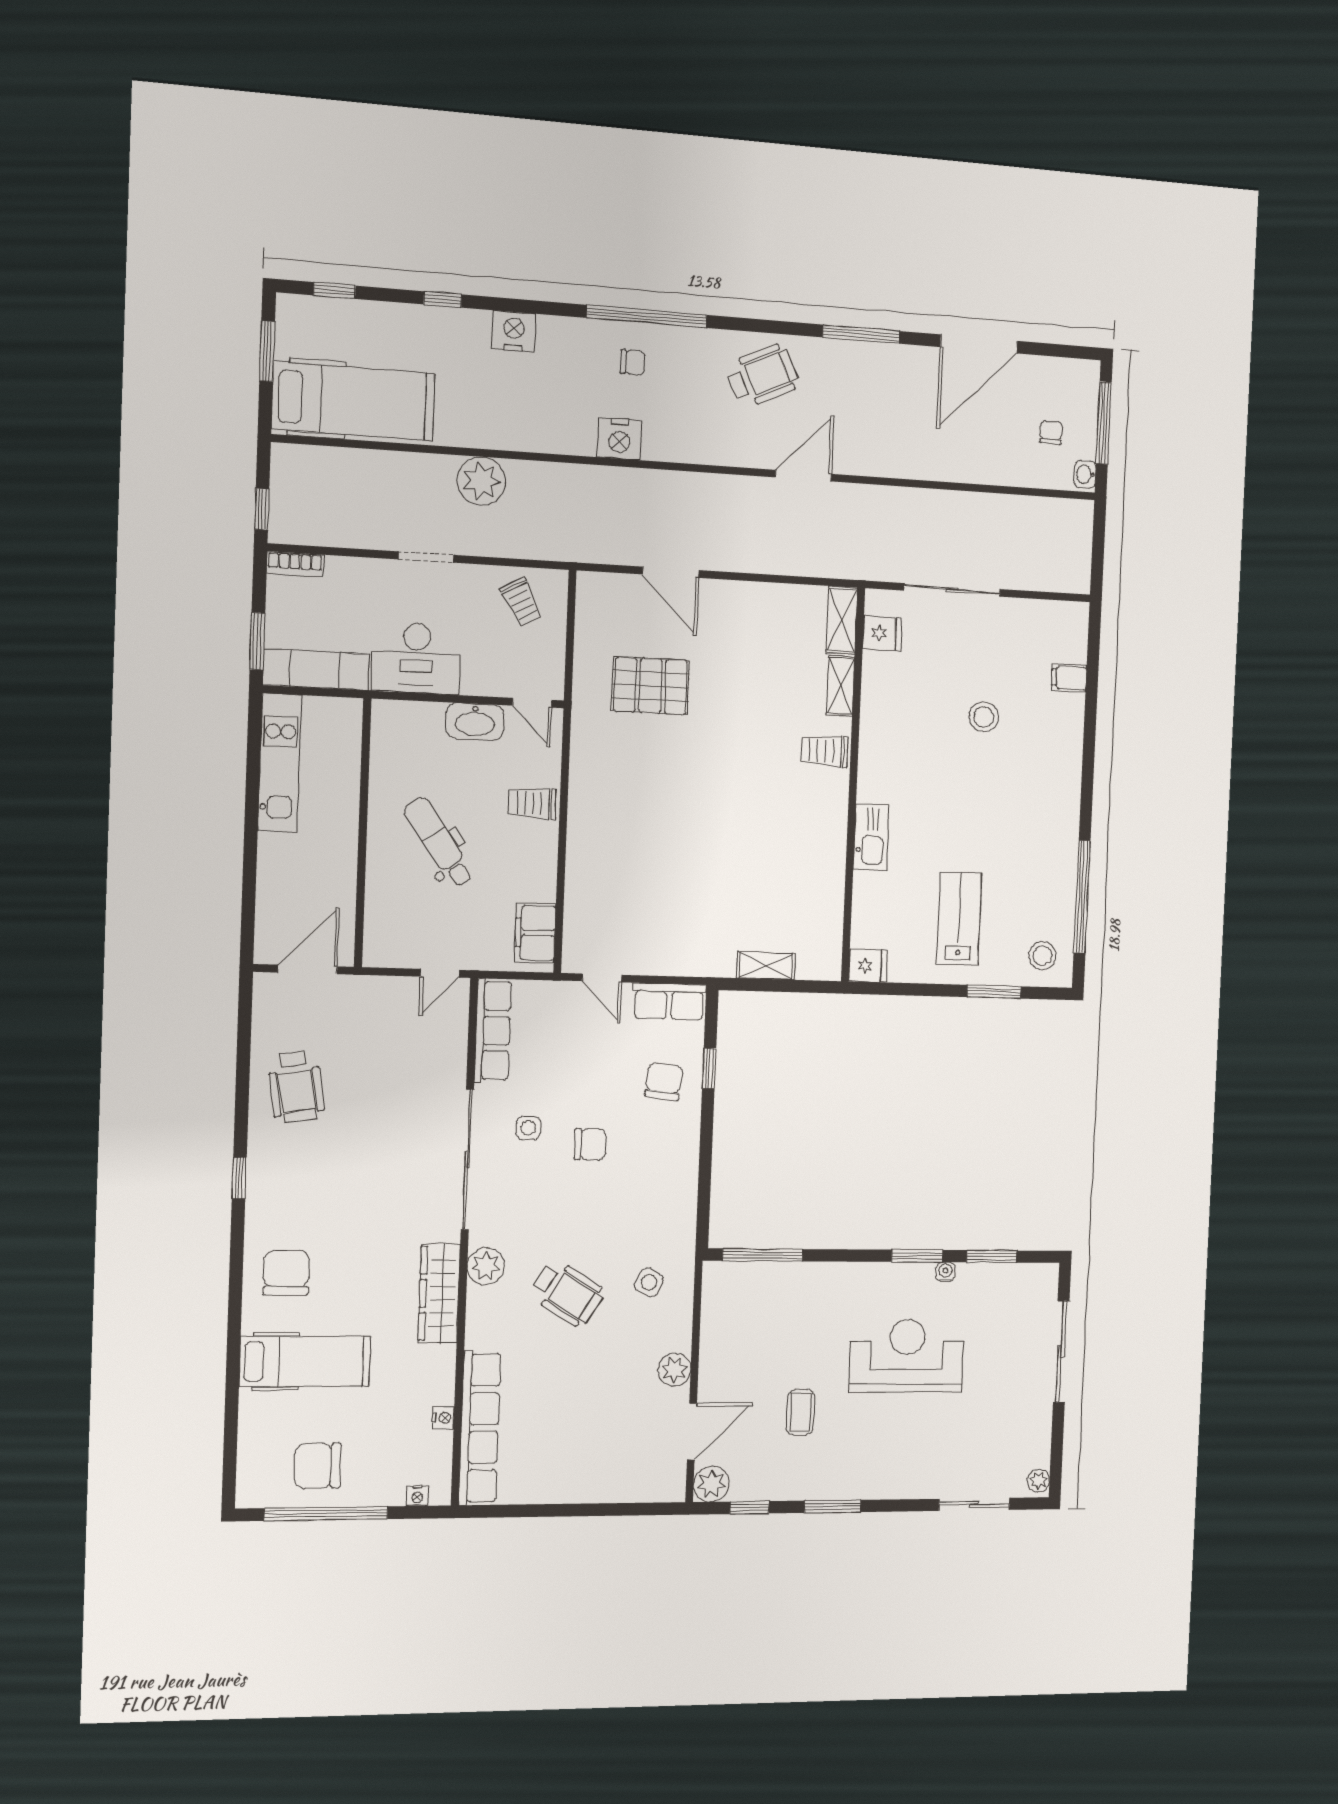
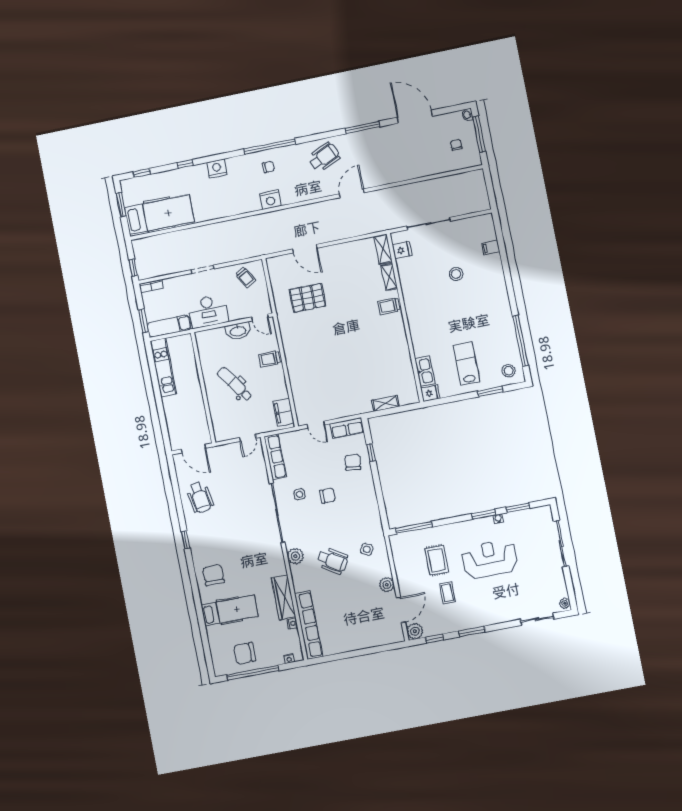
door: (979, 344) -> (415, 117), swing flipped
washbasin: (1085, 474) -> (467, 115), moved
plant: (481, 481) -> (218, 233), removed
kitchen sink: (871, 837) -> (425, 371), moved
door: (307, 969) -> (194, 449), swing flipped
wardrobe: (439, 1293) -> (283, 597), moved
rug: (795, 1337) -> (437, 560), added

